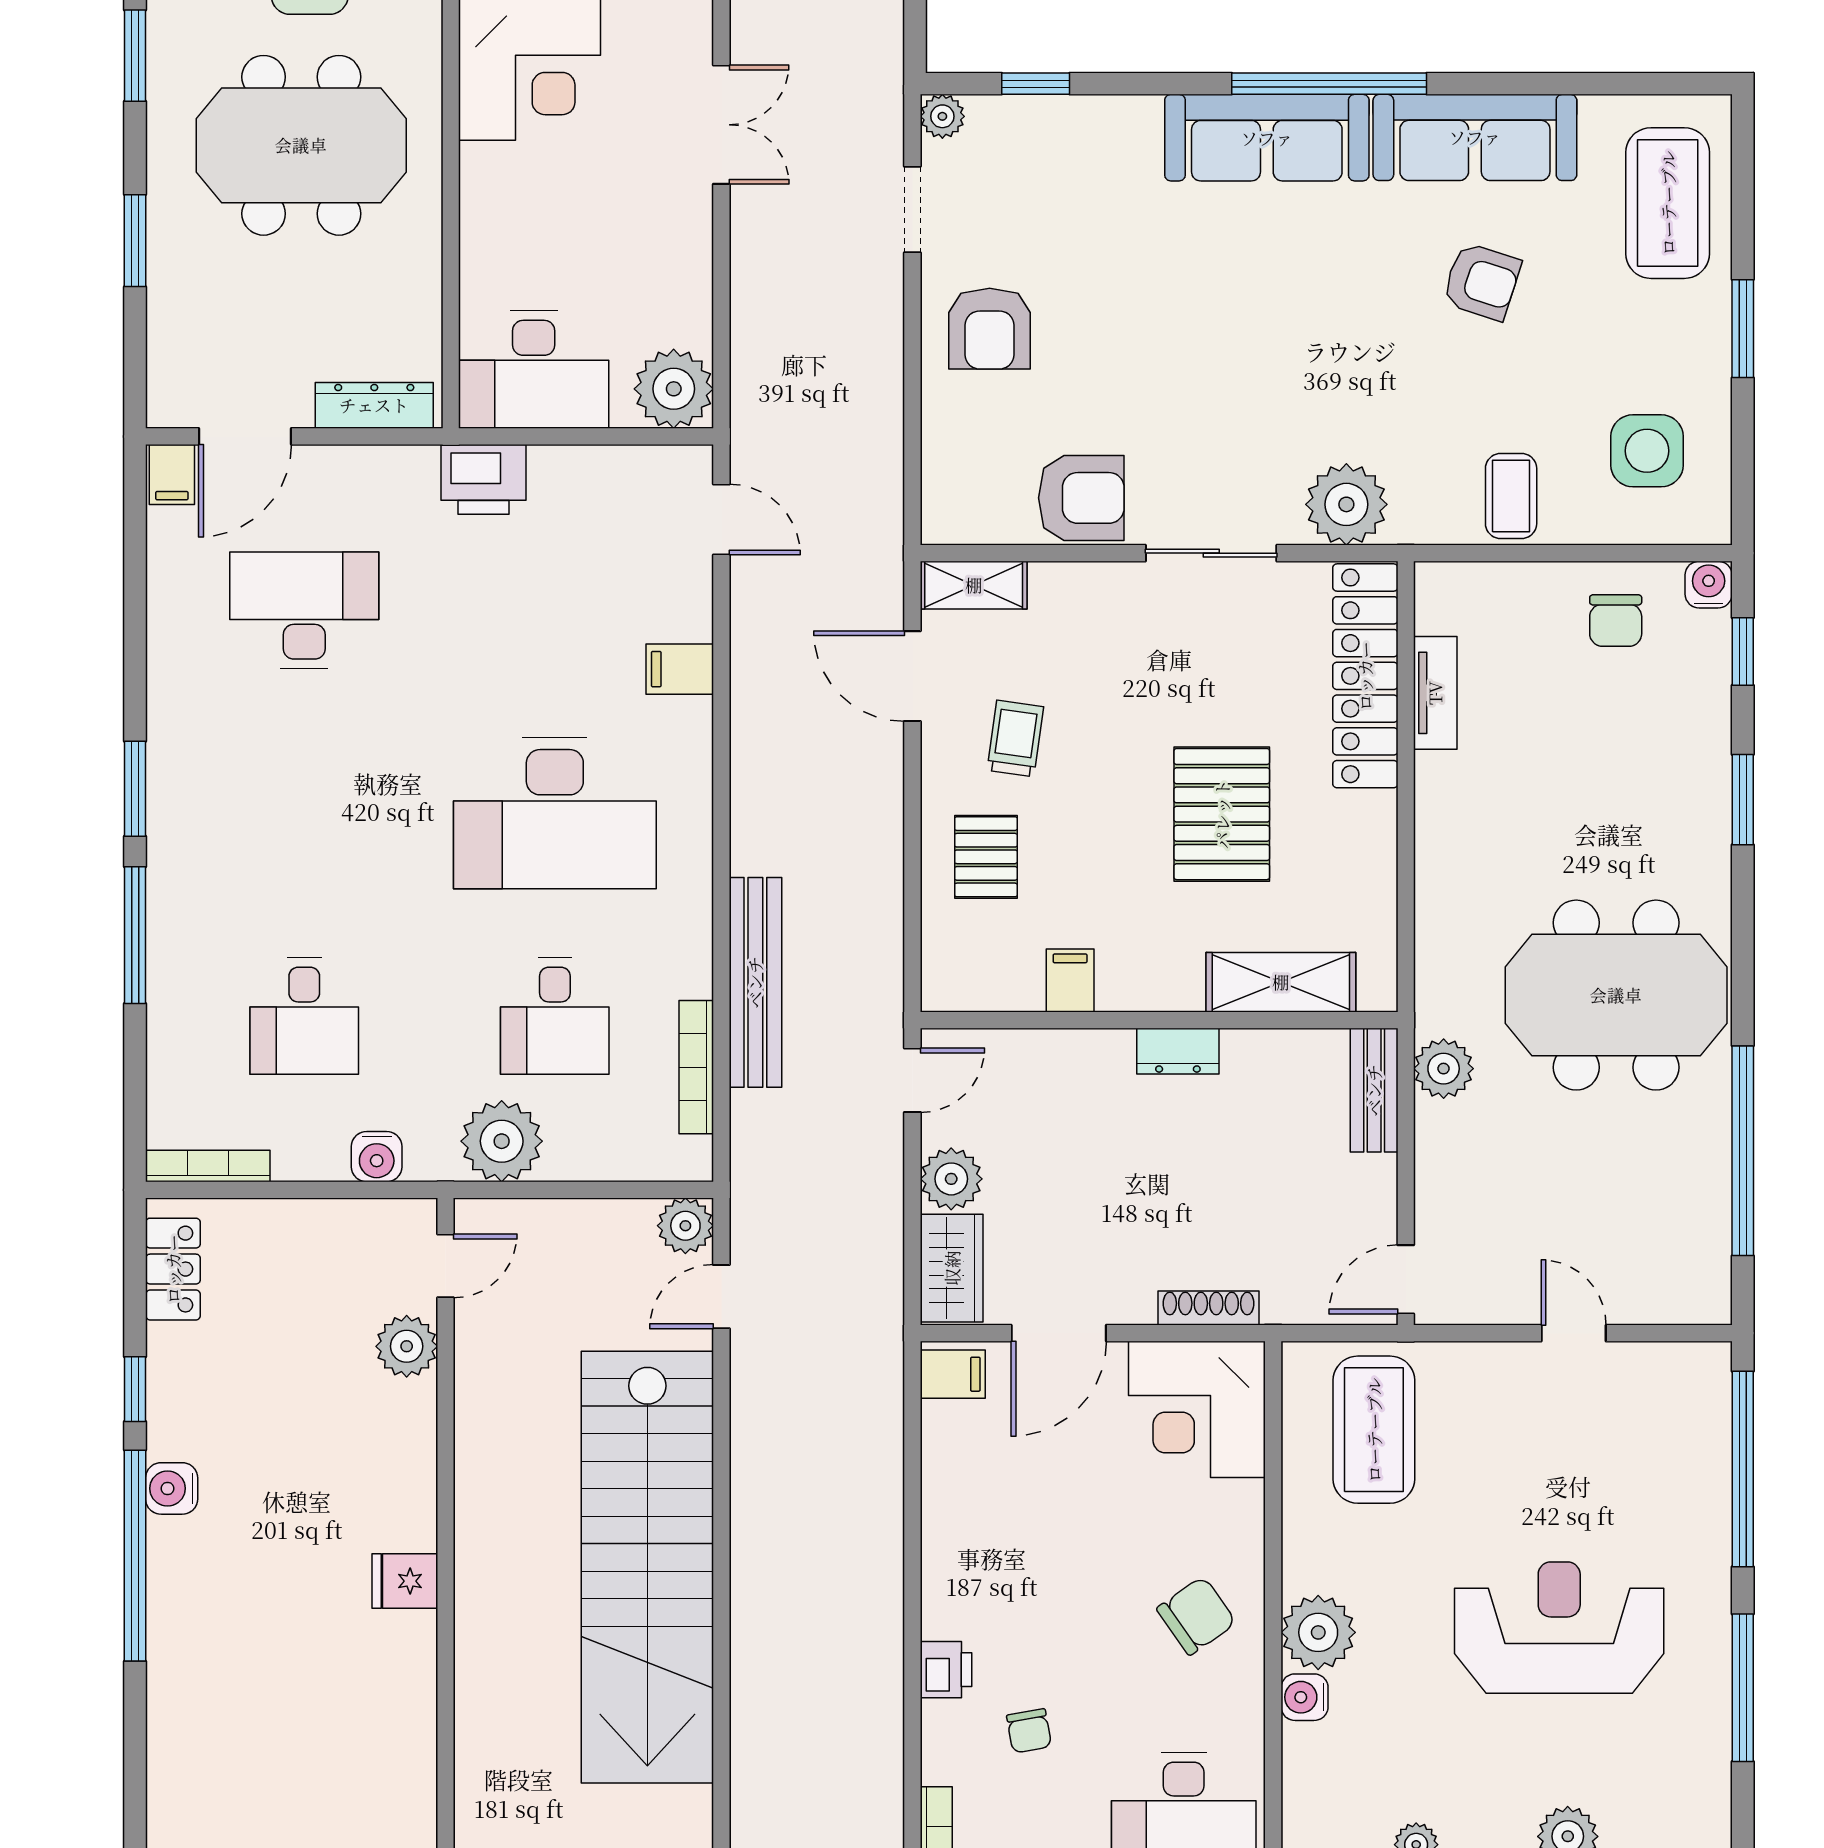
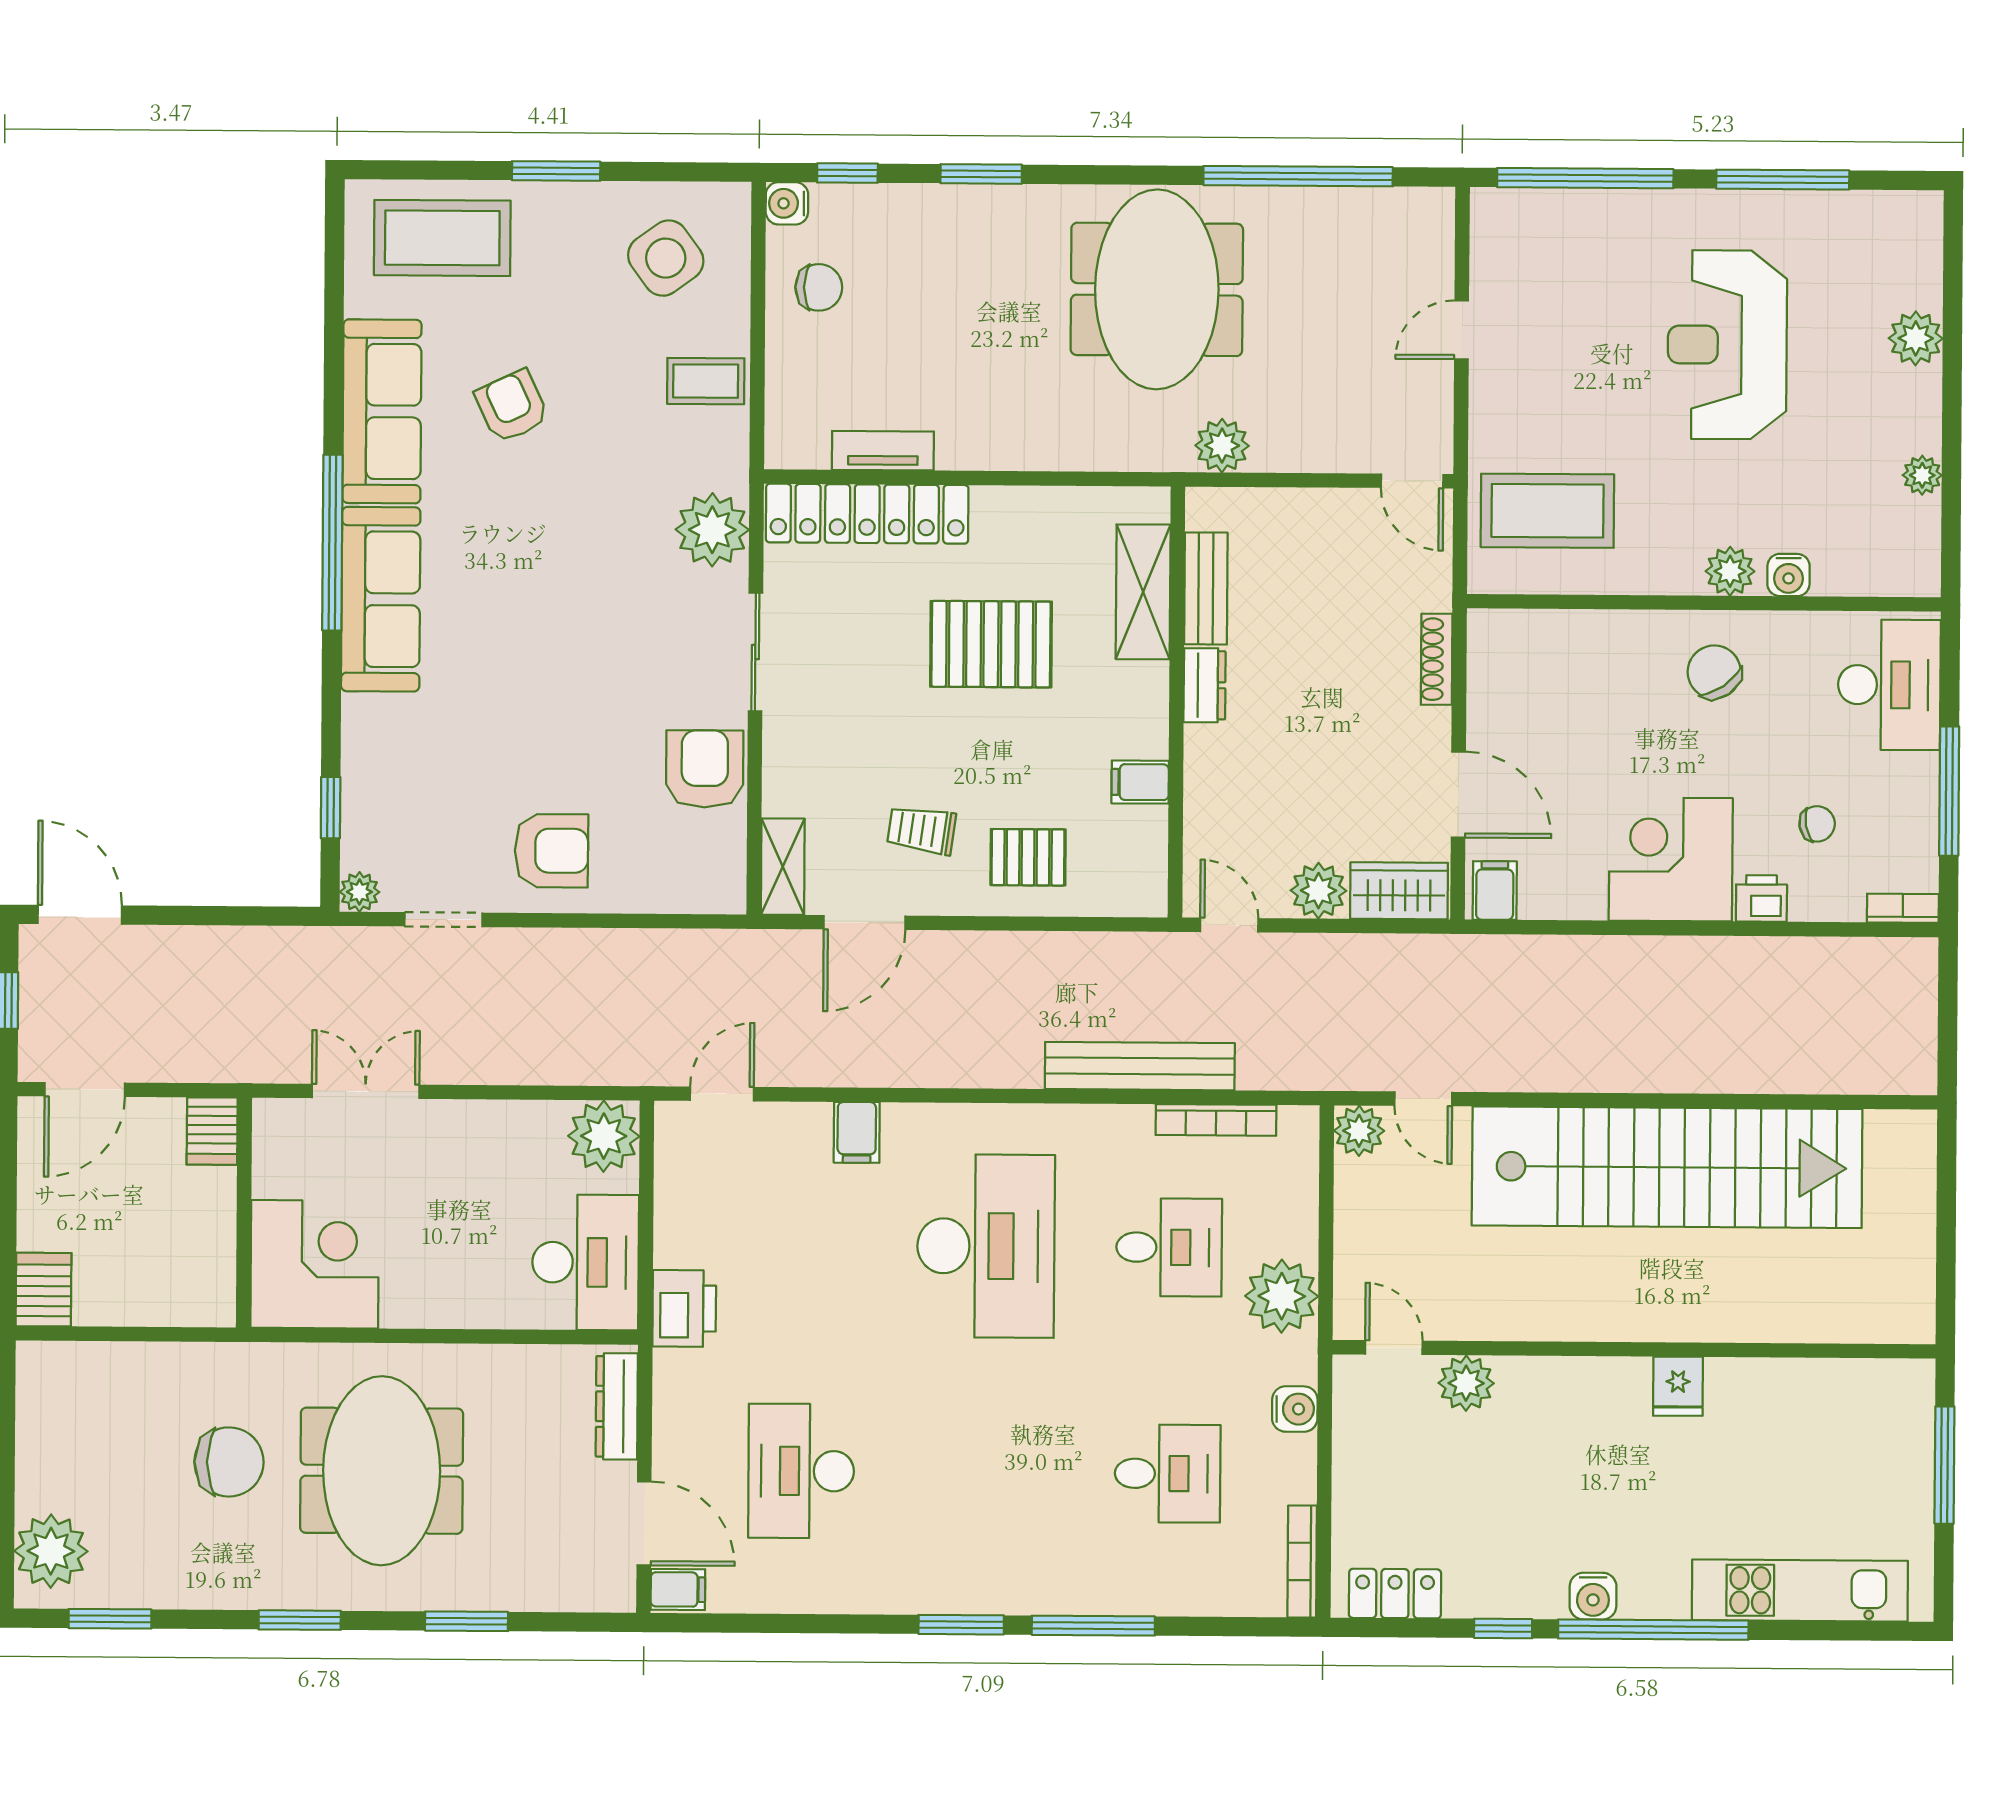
armchair: (1482, 281) -> (512, 406), turned -43
side table: (1647, 451) -> (666, 258), turned -36
bench: (1374, 1090) -> (1206, 588), moved, turned 90
corner desk: (1197, 1409) -> (1671, 859), moved, turned 180
plant: (1318, 1632) -> (1730, 571), width x0.73, depth x0.73
kitchen unit: (179, 1718) -> (1800, 1591), added

